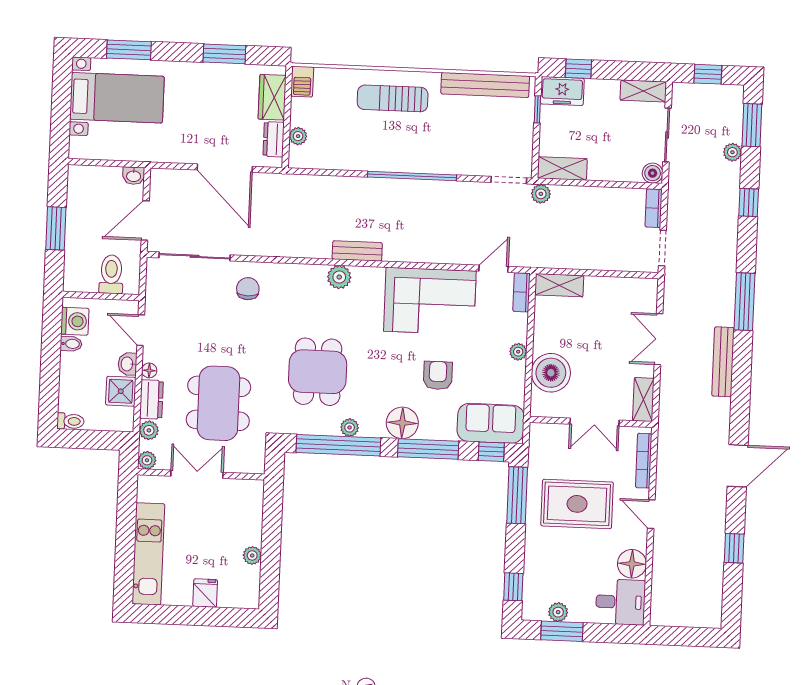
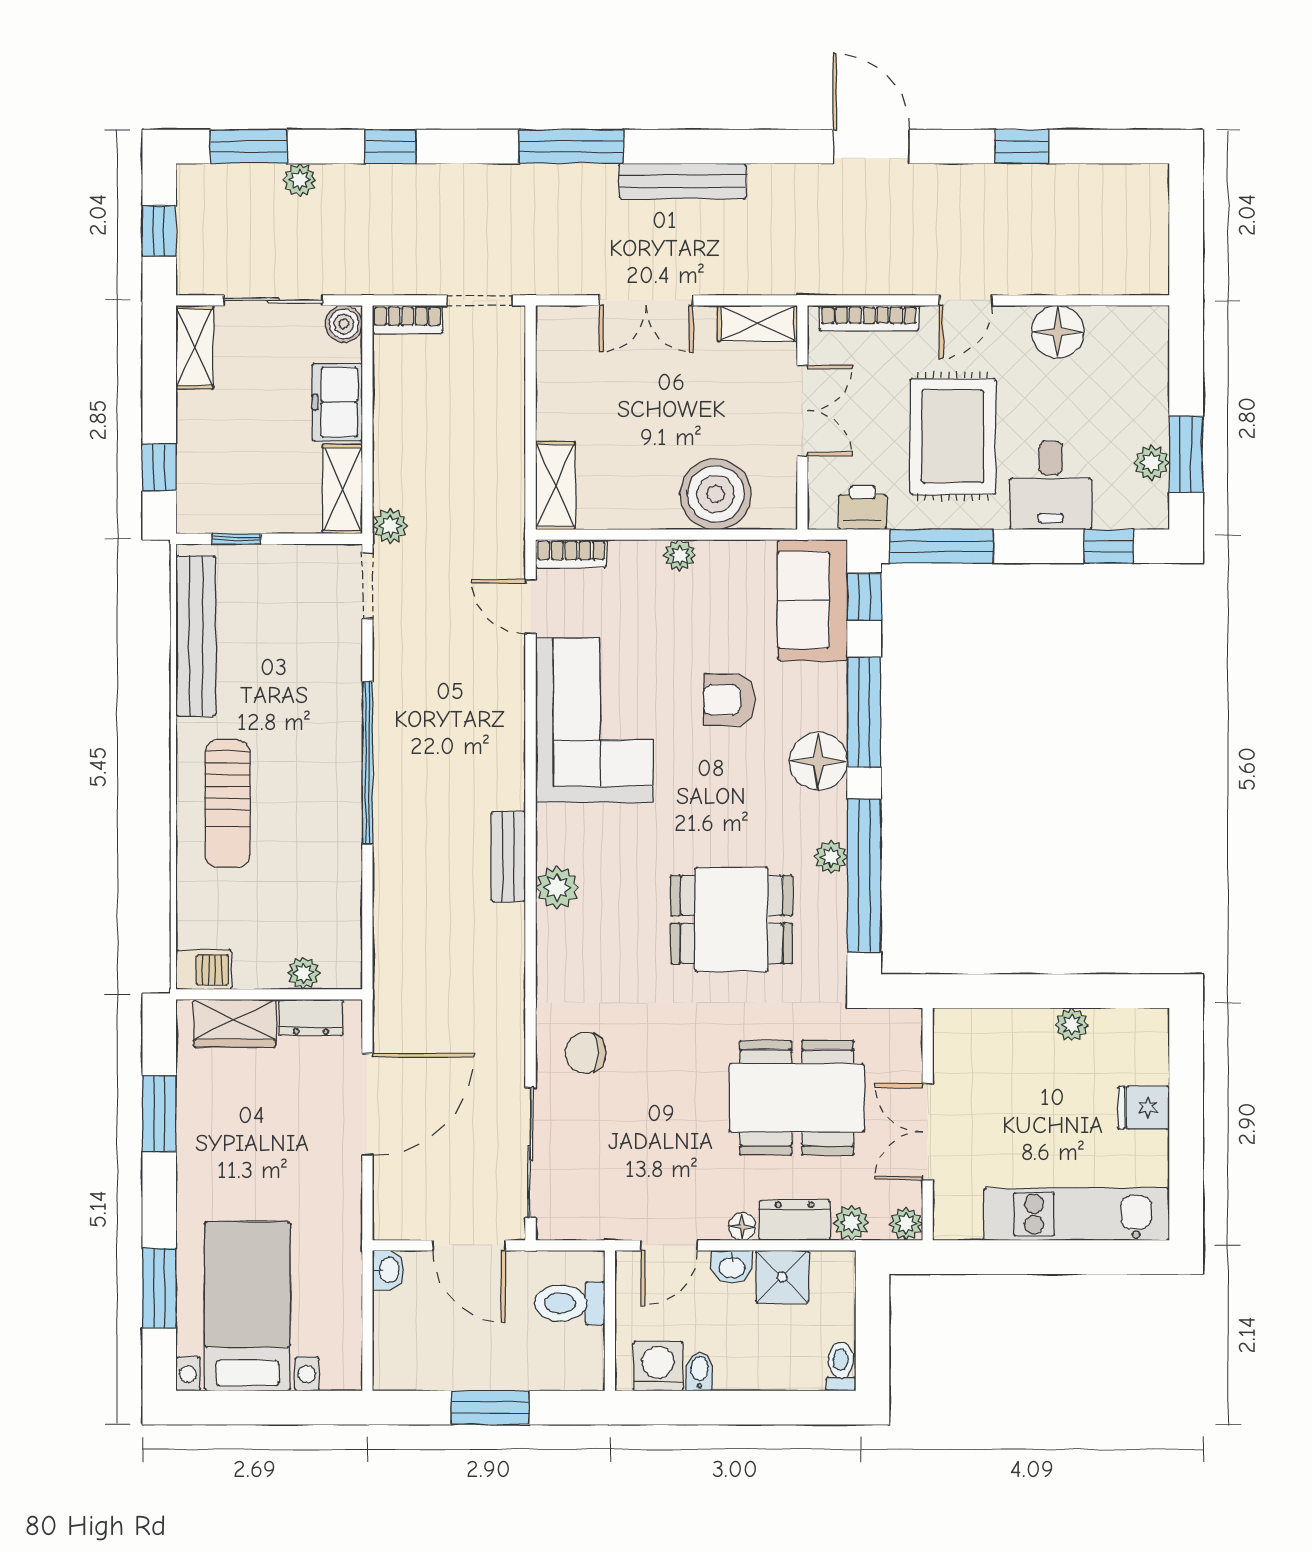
freezer: (562, 91) -> (337, 402), moved, turned 180
printer: (540, 453) -> (863, 508), added
desk: (620, 602) -> (1051, 485), moved, turned 180

